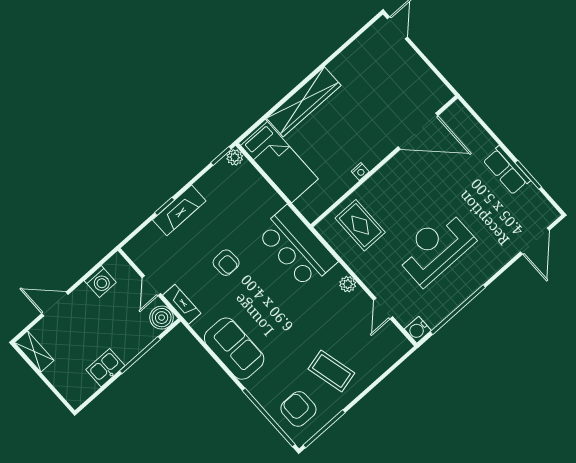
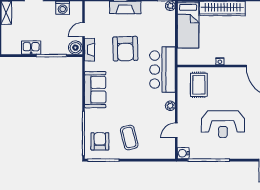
reception desk: (435, 248) -> (223, 124), turned 180
armchair: (226, 263) -> (125, 49), width x1.88, depth x1.88

